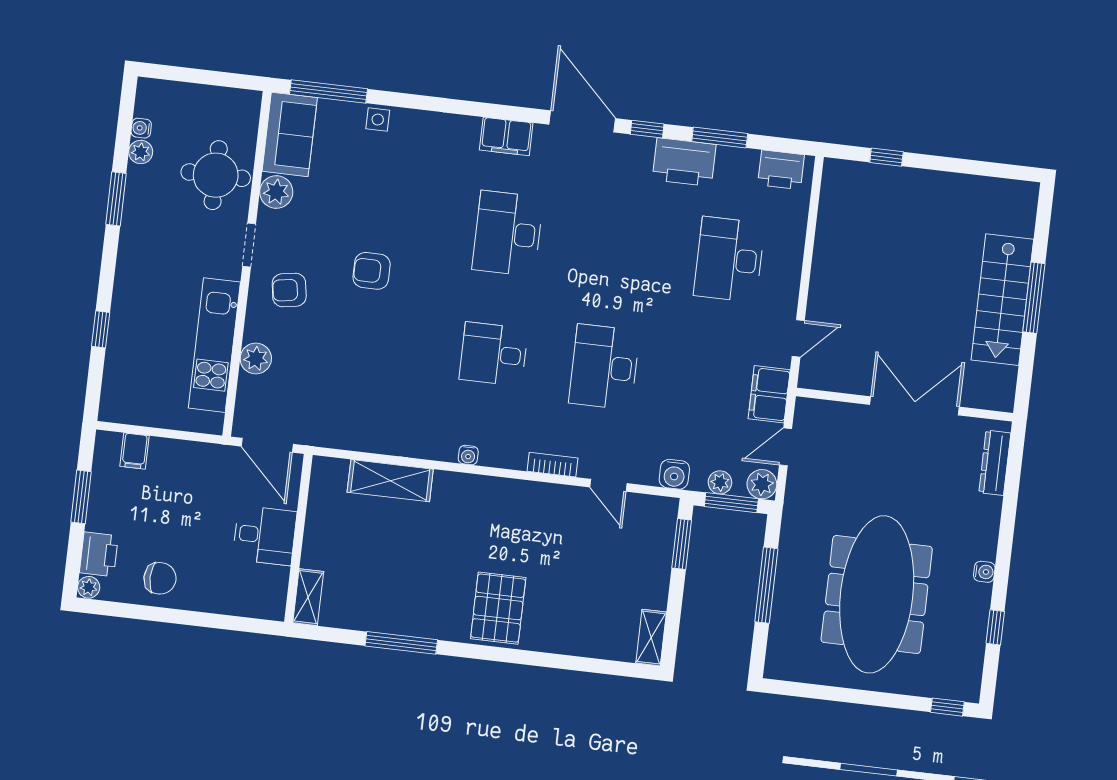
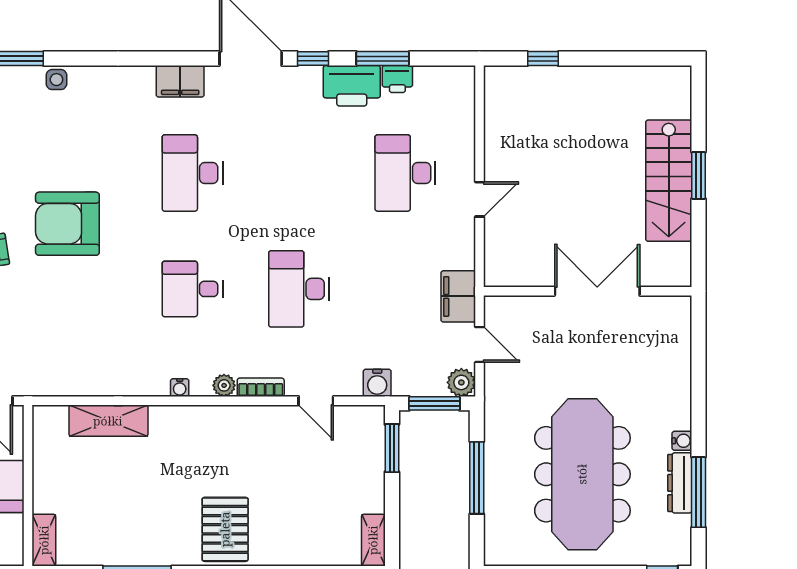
printer: (781, 170) -> (397, 79), moved, width x0.73, depth x0.81
armchair: (372, 271) -> (67, 224), width x1.88, depth x1.88
window: (1034, 298) -> (698, 175), width x0.69
door: (798, 338) -> (480, 199), moved
door: (785, 447) -> (480, 345), swing flipped
dresser: (995, 463) -> (680, 483), moved
plant: (720, 482) -> (224, 385), moved
window: (995, 627) -> (698, 492), width x2.17

